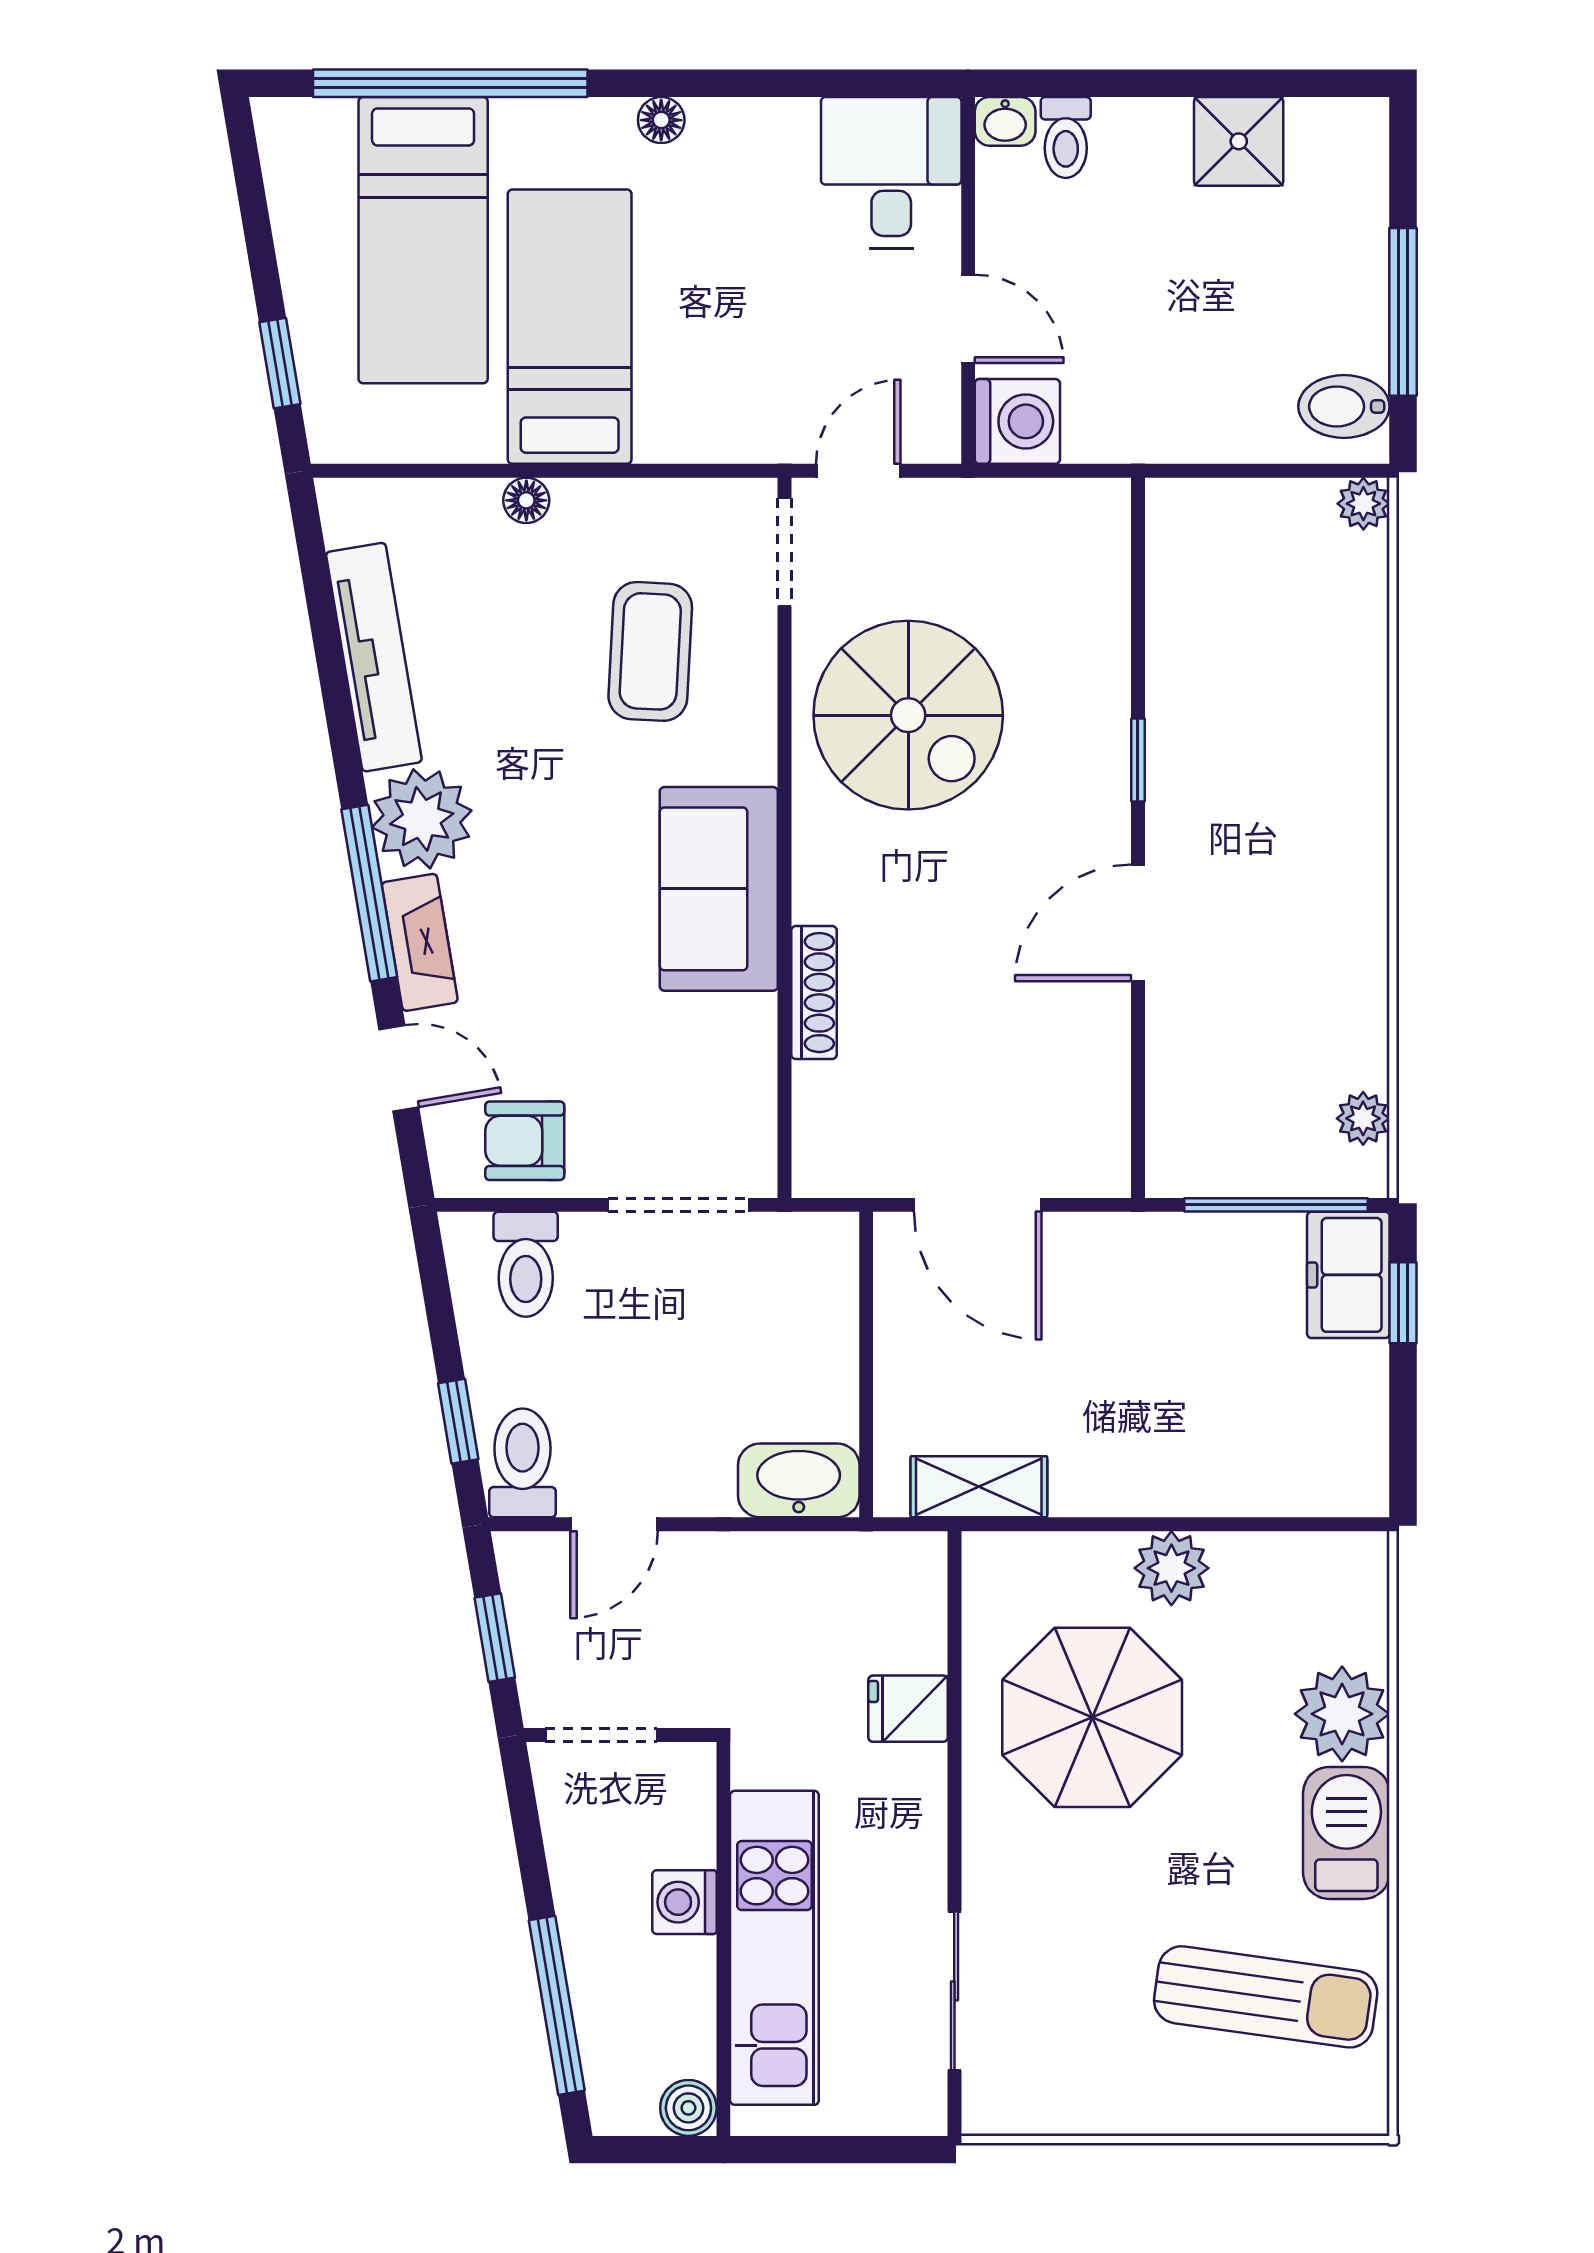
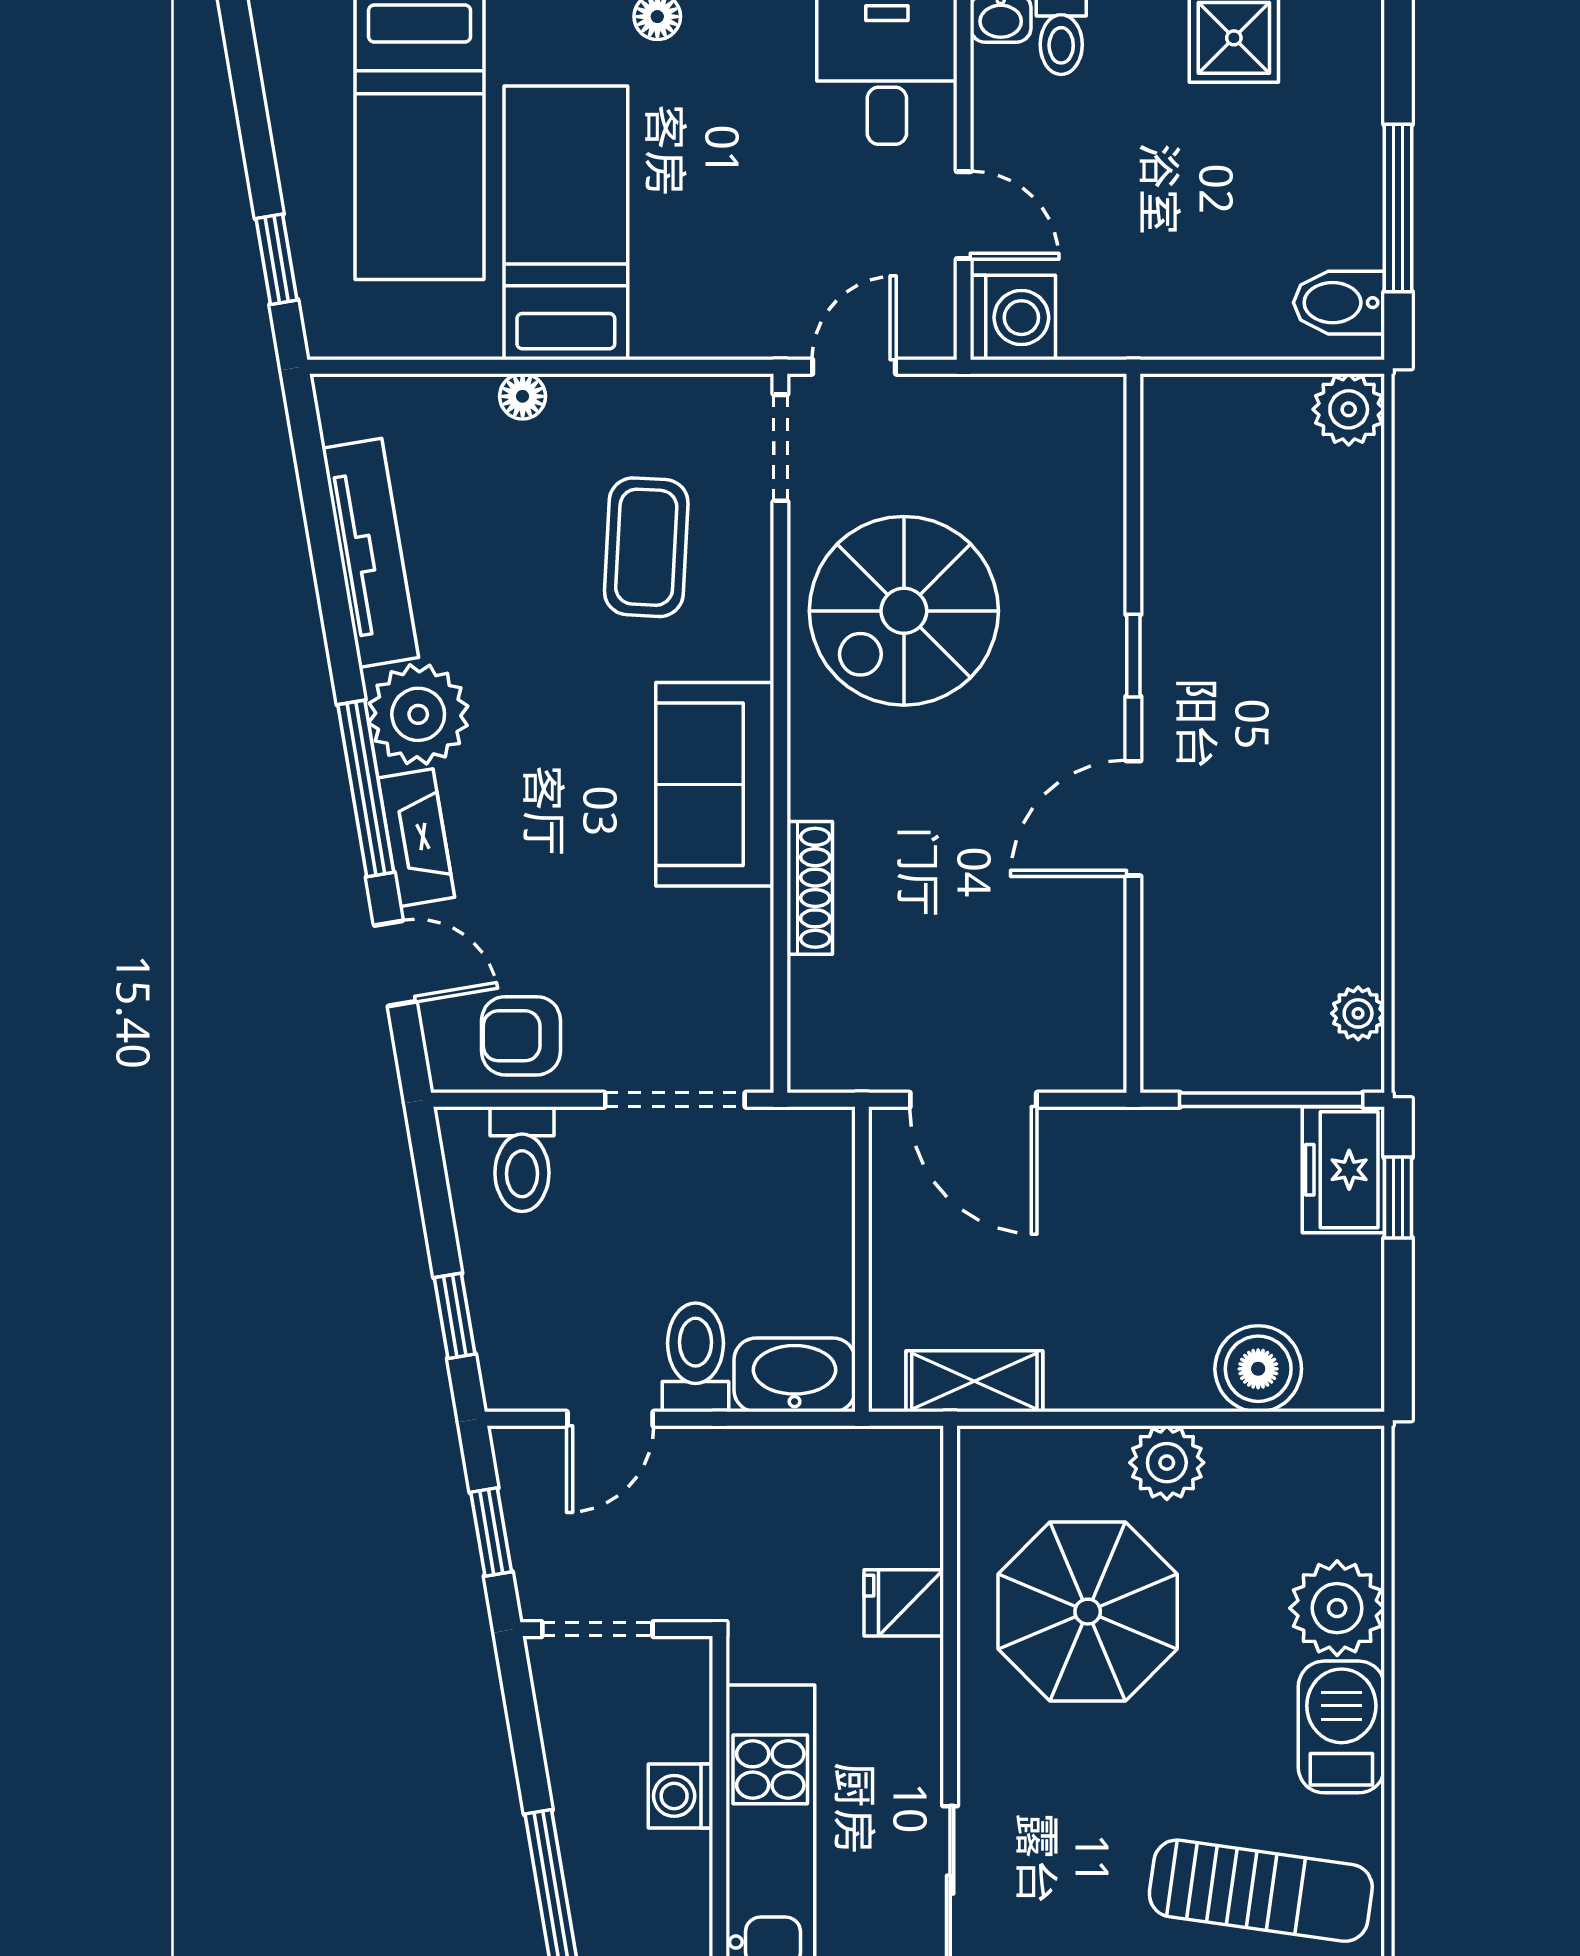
plant: (1363, 504) -> (1349, 409), width x1.38, depth x1.38
spiral stairs: (908, 715) -> (904, 611), turned 90
toilet: (522, 1463) -> (695, 1357), moved
boiler: (1263, 1474) -> (1258, 1369), added

